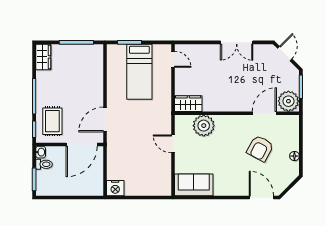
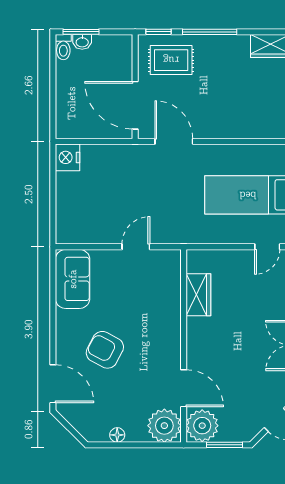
wardrobe: (188, 104) -> (198, 295), moved
plant: (204, 126) -> (164, 426), moved
armchair: (260, 148) -> (105, 350), moved
washbasin: (41, 152) -> (82, 42), moved
toilet: (44, 164) -> (63, 47), moved
door: (261, 198) -> (53, 384), hinge flipped

